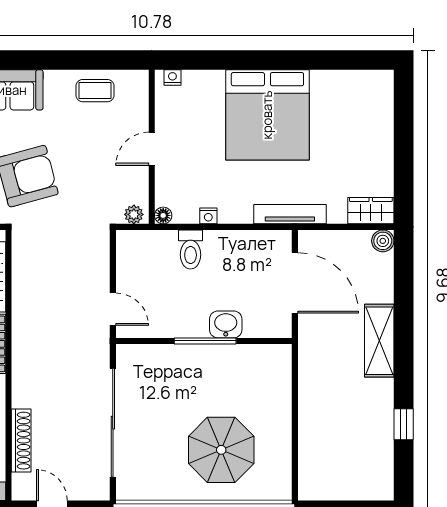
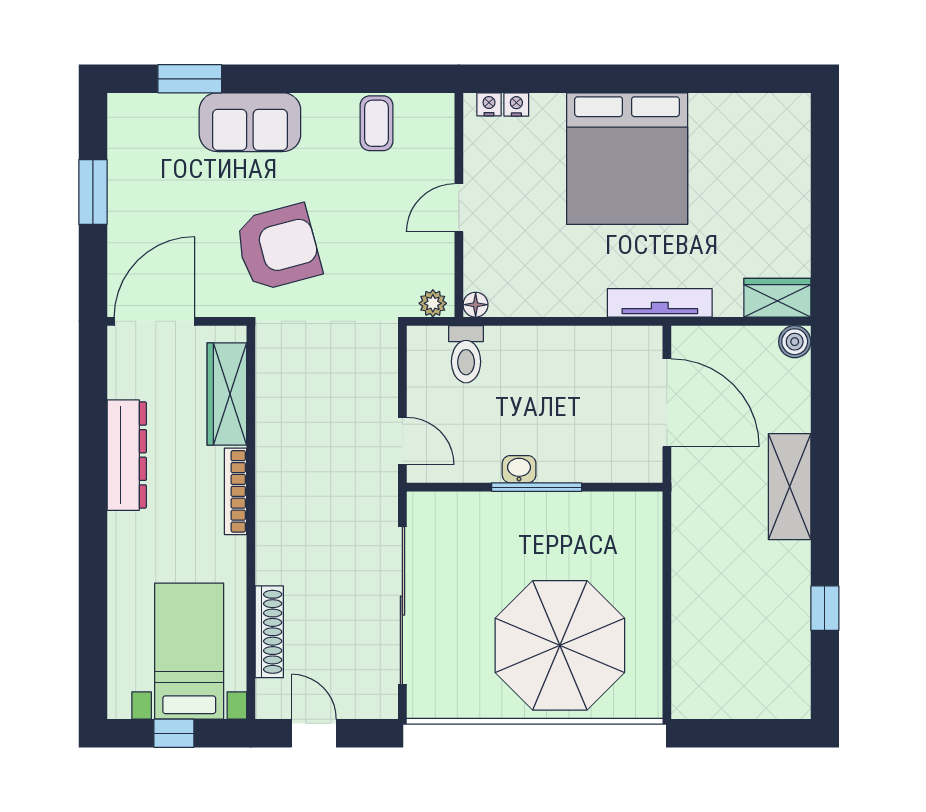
coffee table: (95, 91) -> (376, 123), turned 90
nightstand: (208, 216) -> (516, 105), moved, turned 180
toilet: (191, 249) -> (466, 354), moved
washbasin: (226, 324) -> (519, 469), moved, width x0.72, depth x0.69
parasol: (221, 450) -> (560, 645), width x1.36, depth x1.36

